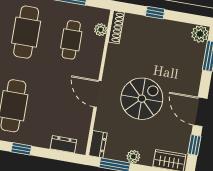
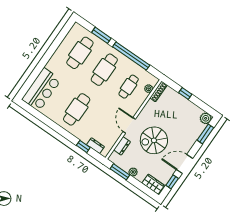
spiral stairs: (142, 99) -> (154, 140), turned 180
door: (200, 112) -> (184, 164), hinge flipped
dresser: (98, 144) -> (122, 146), moved
window: (21, 149) -> (83, 146), moved

